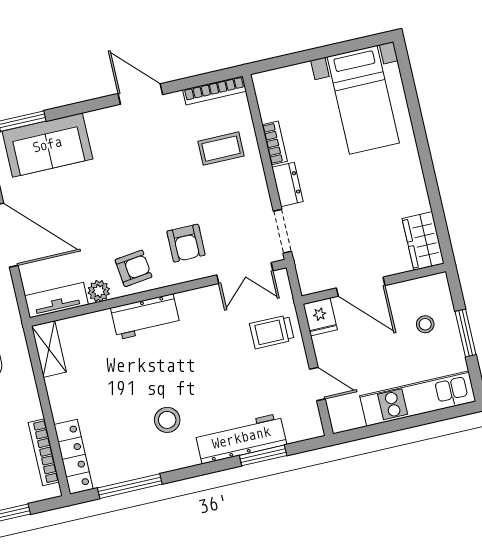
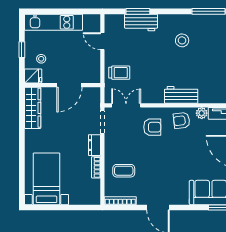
wardrobe: (423, 241) -> (33, 108), width x1.50
armchair: (186, 243) -> (152, 127), turned 90
door: (361, 287) -> (69, 85), swing flipped
fridge: (320, 317) -> (33, 76), moved, turned 90
window: (466, 333) -> (22, 50), width x0.67
workbench: (241, 438) -> (141, 23), width x0.73

